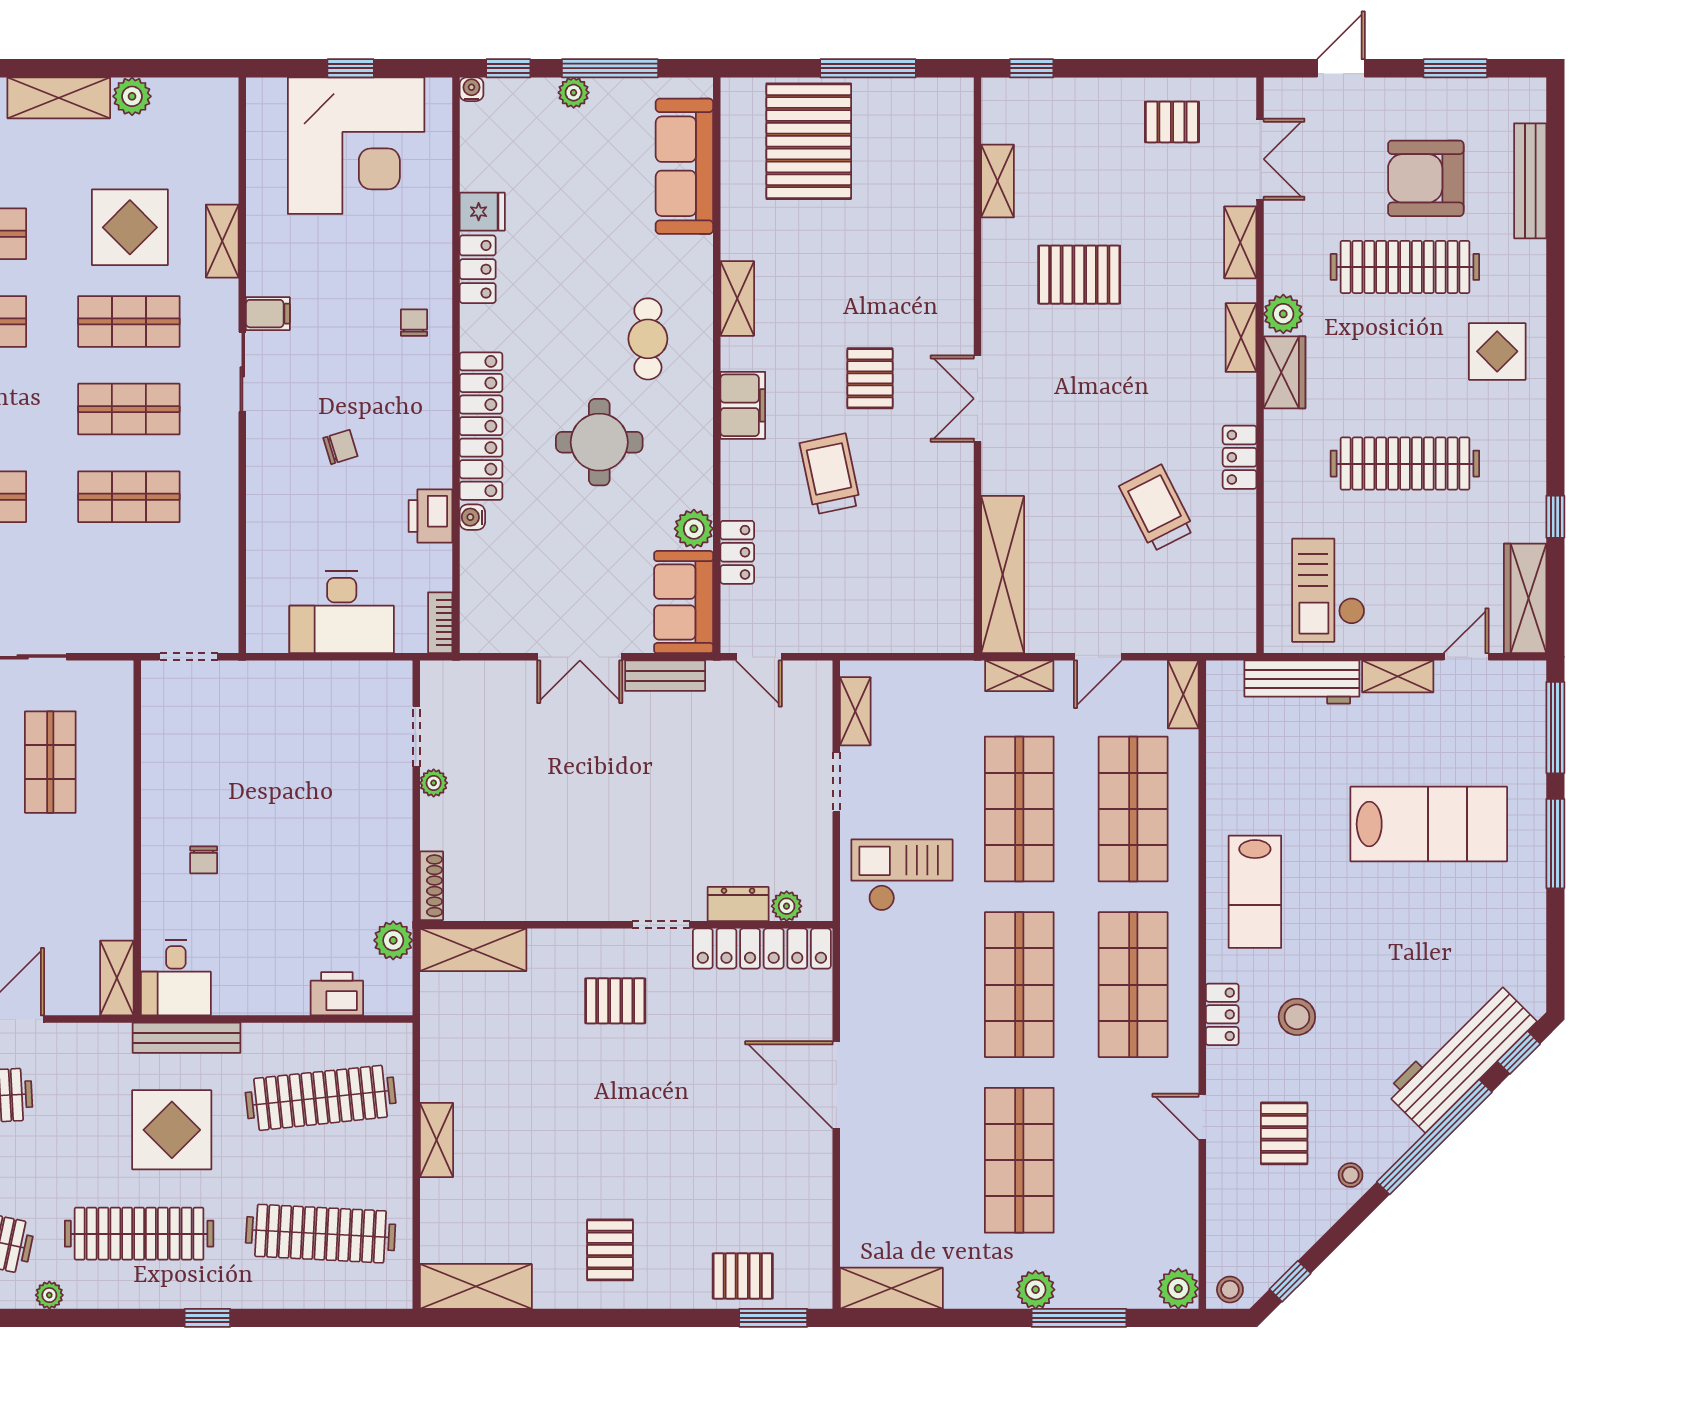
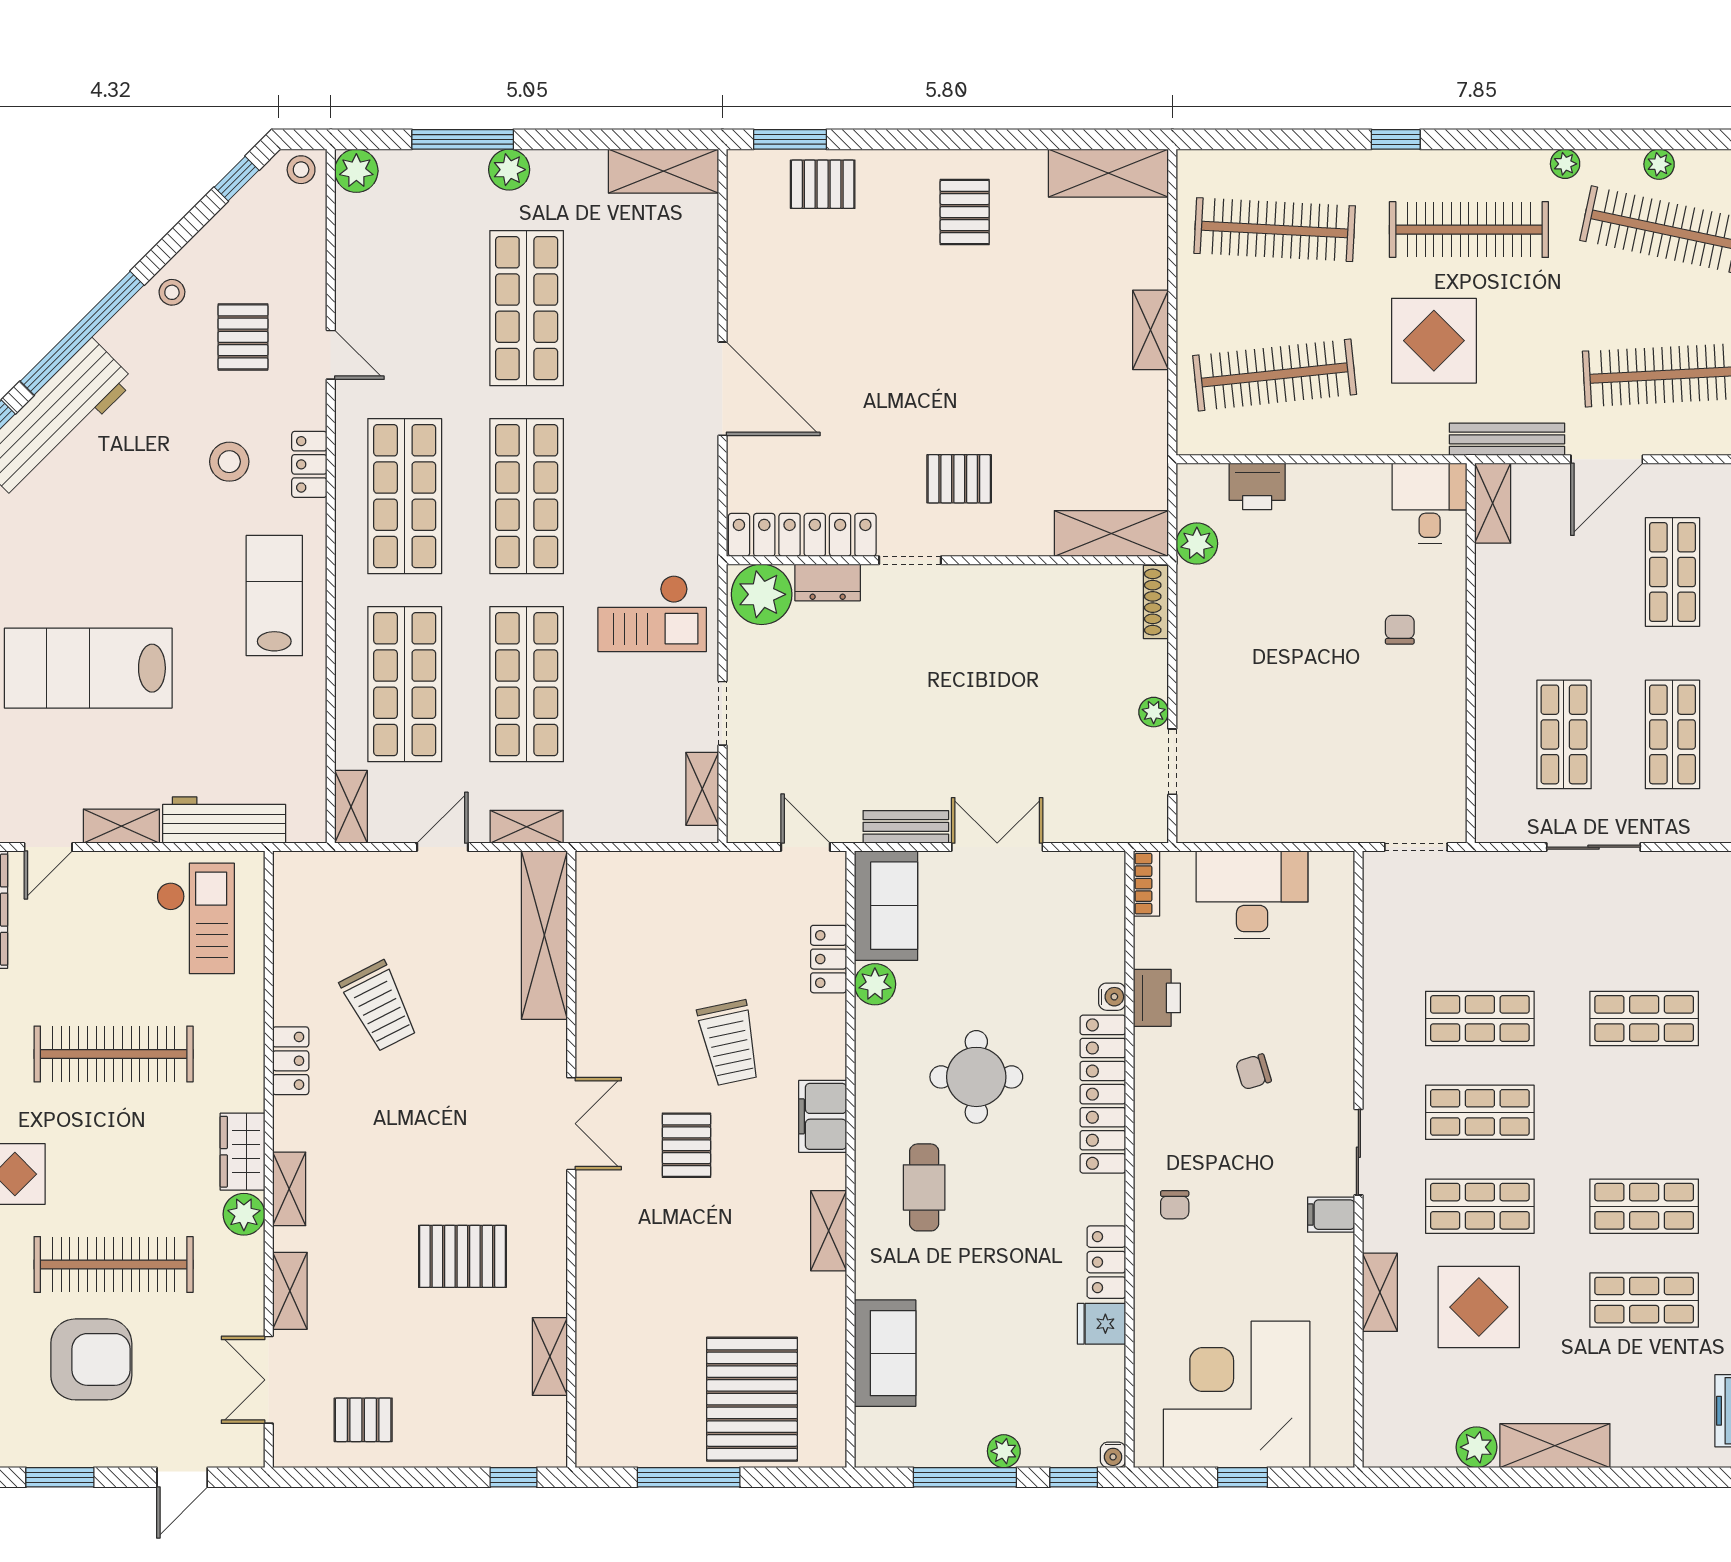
sofa: (684, 166) -> (885, 1353), width x0.73
plant: (787, 906) -> (762, 594), width x1.87, depth x1.87
bench: (187, 1038) -> (1507, 439), moved

